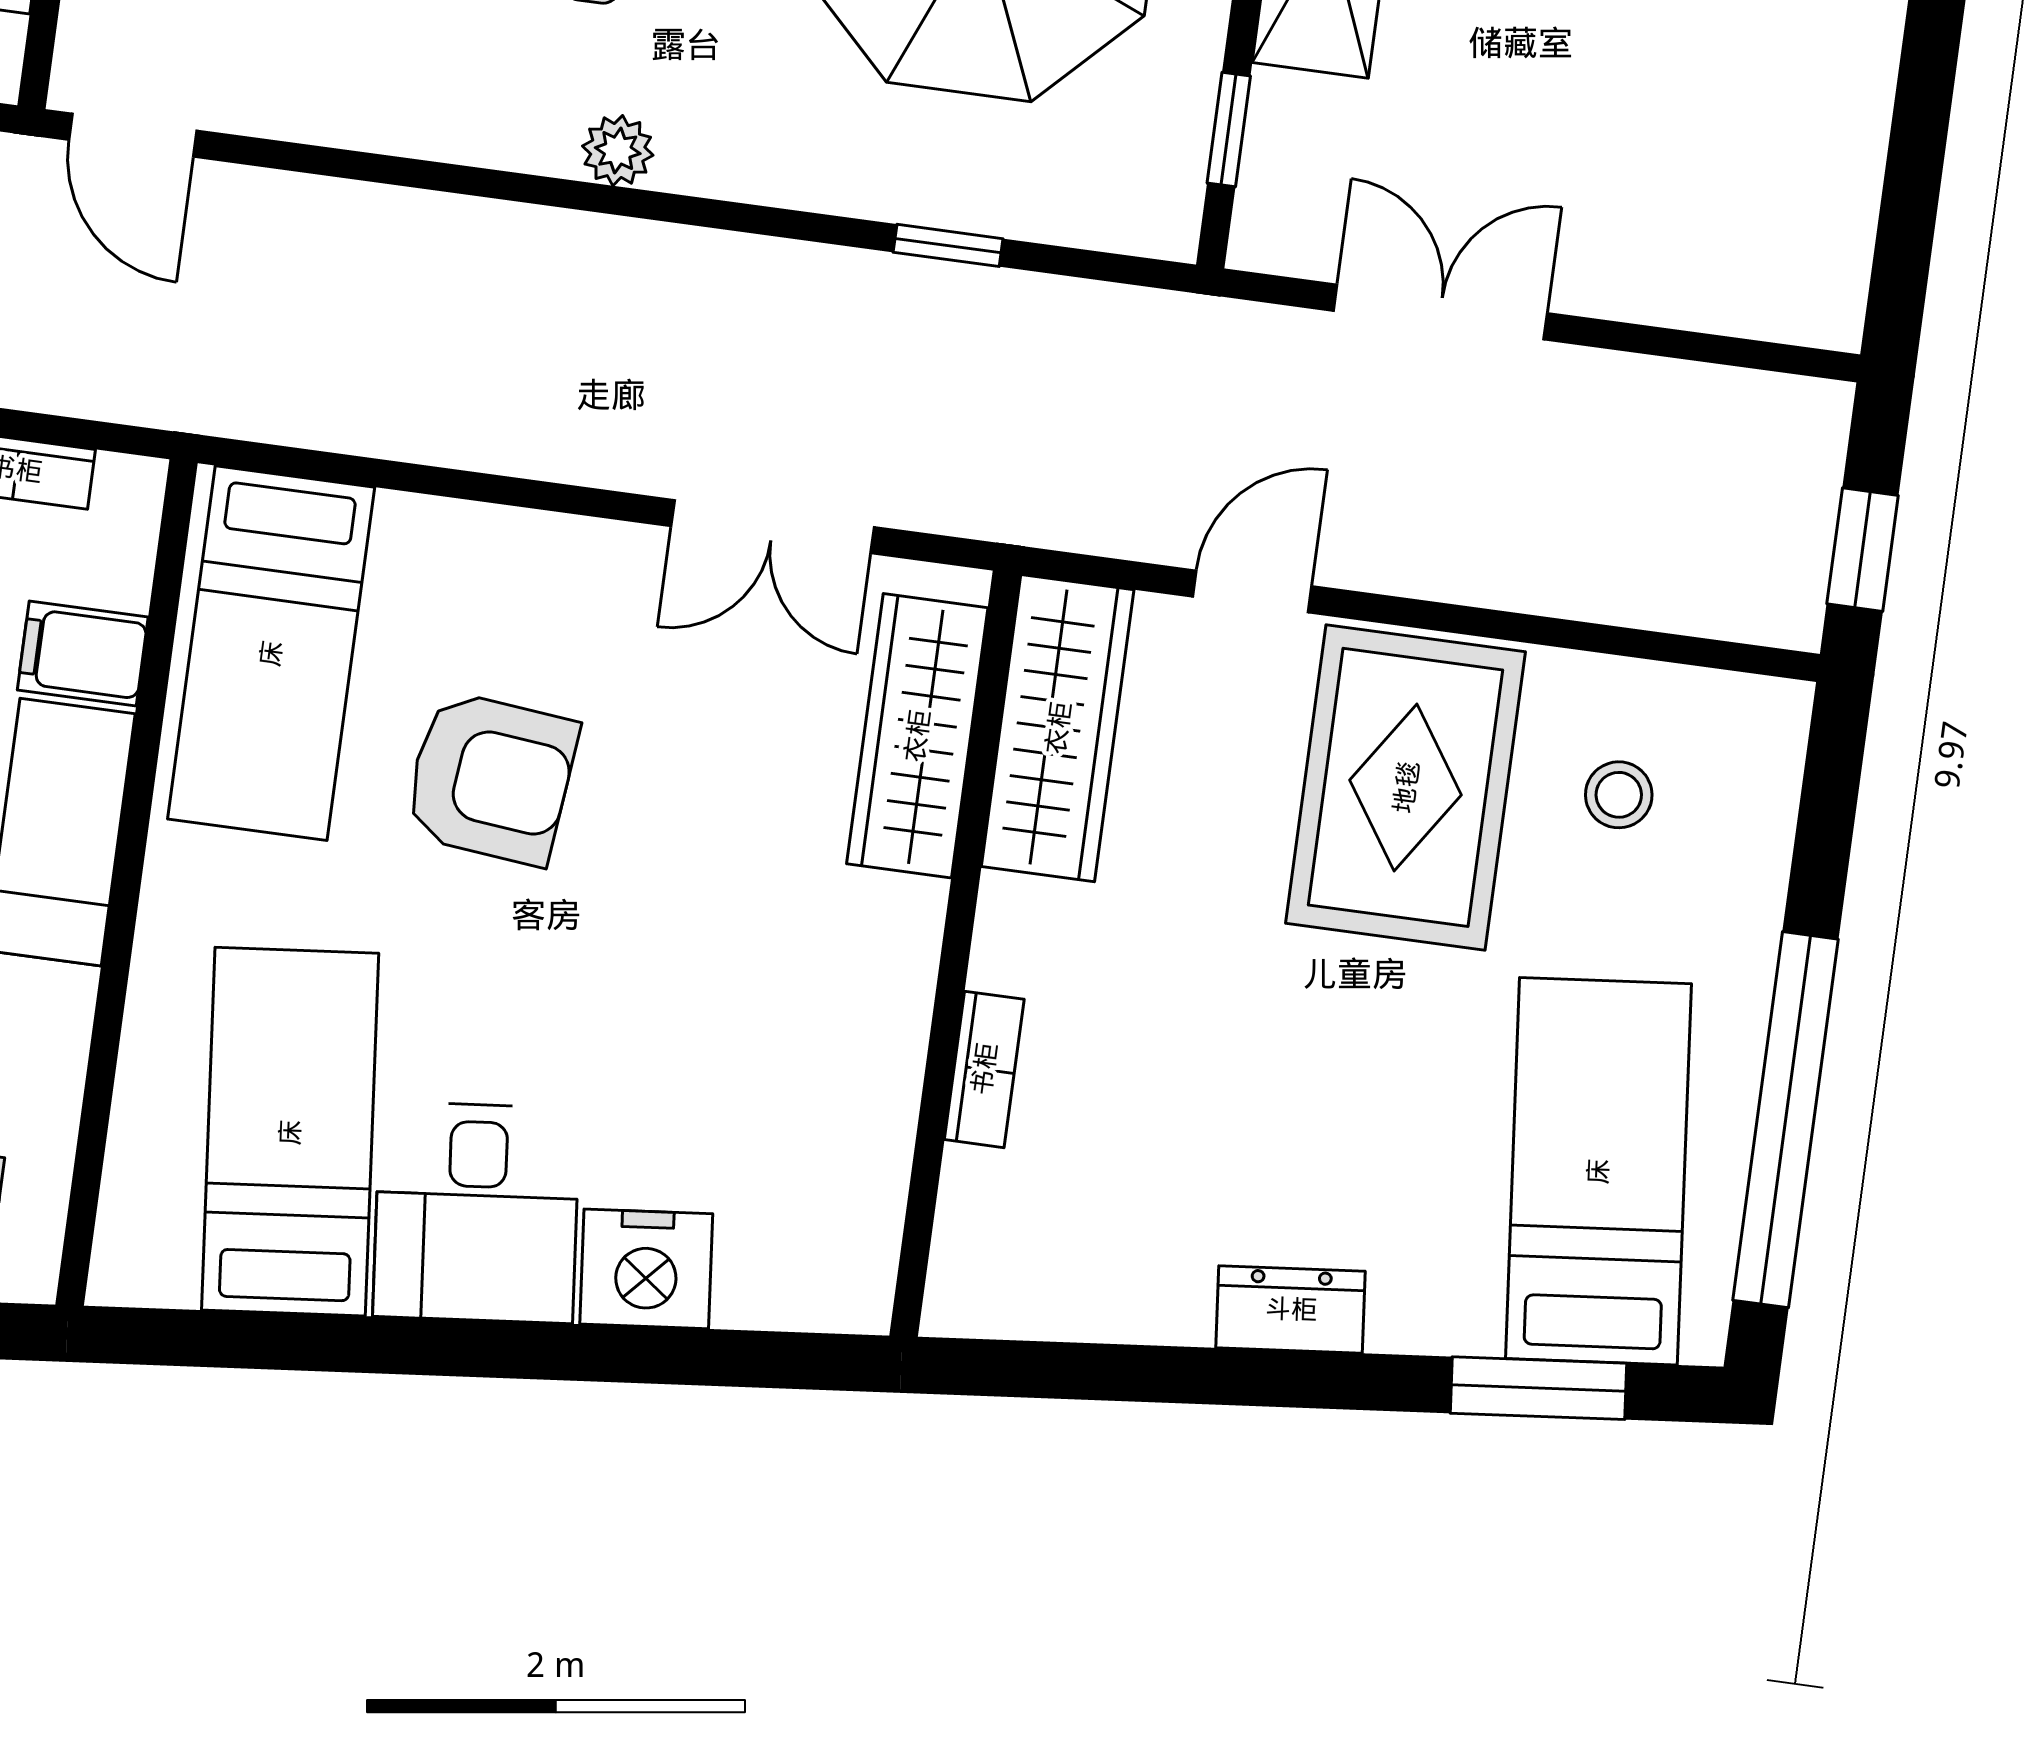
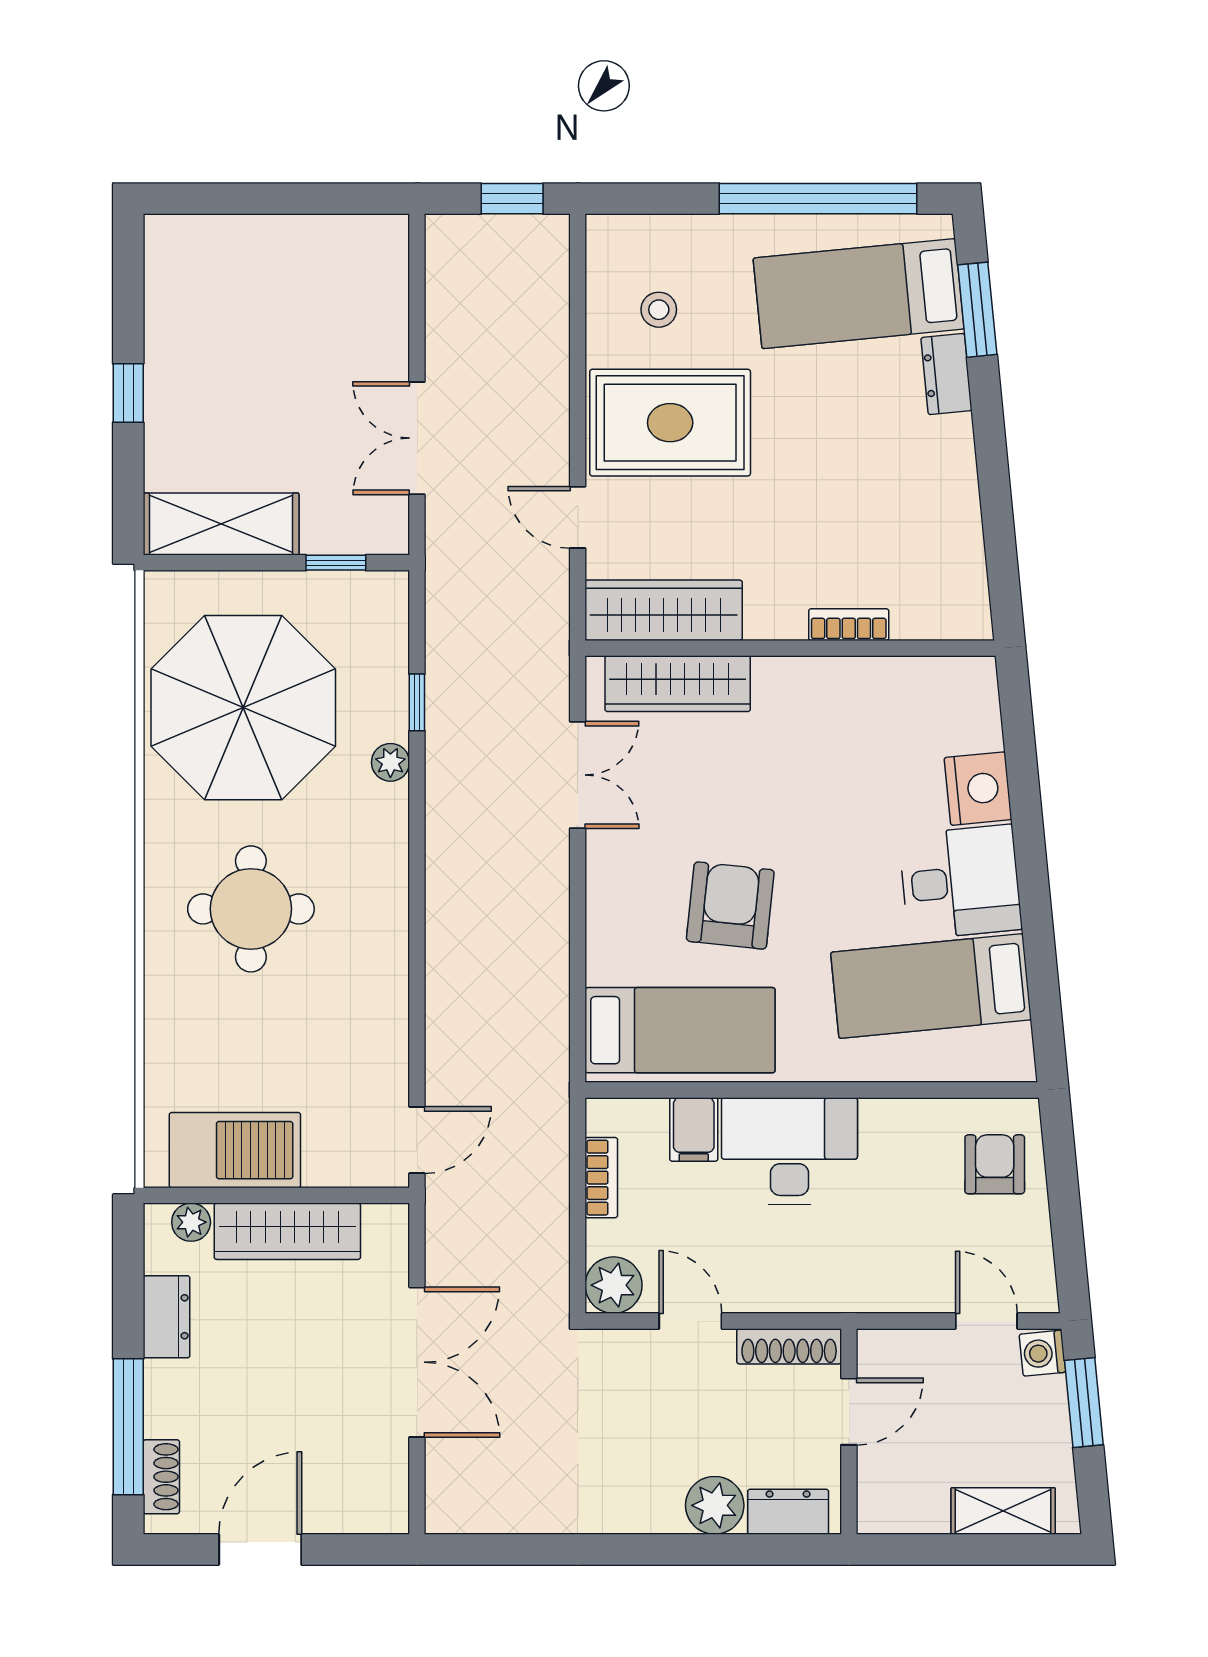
plant: (618, 151) -> (390, 762), moved
dresser: (1291, 1309) -> (946, 374), moved

